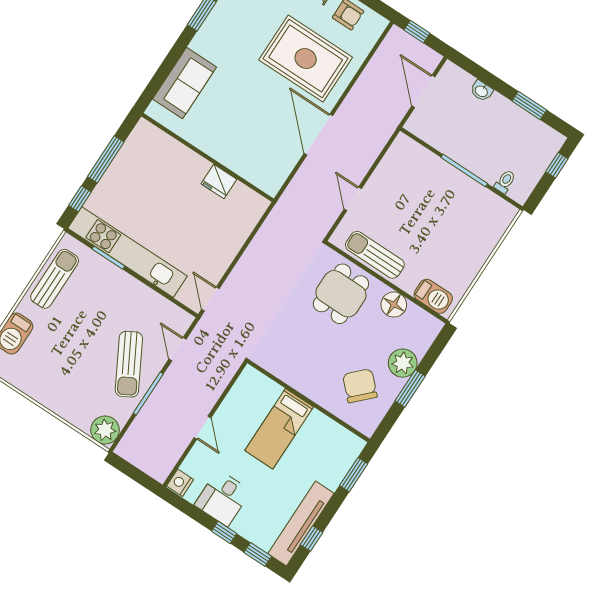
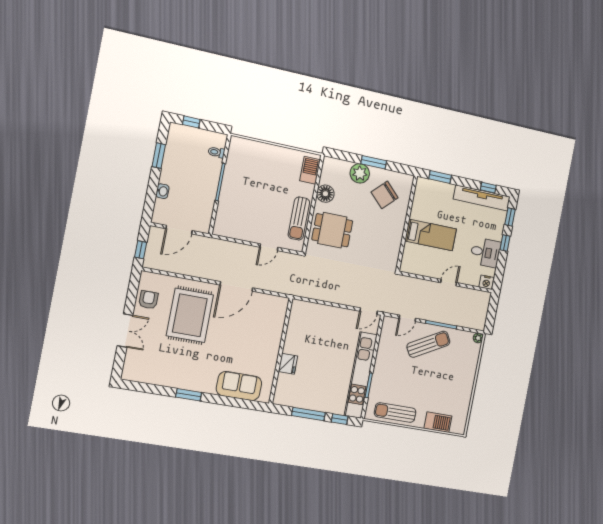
fridge: (219, 181) -> (288, 364), moved
plant: (105, 430) -> (478, 338), width x0.53, depth x0.53

